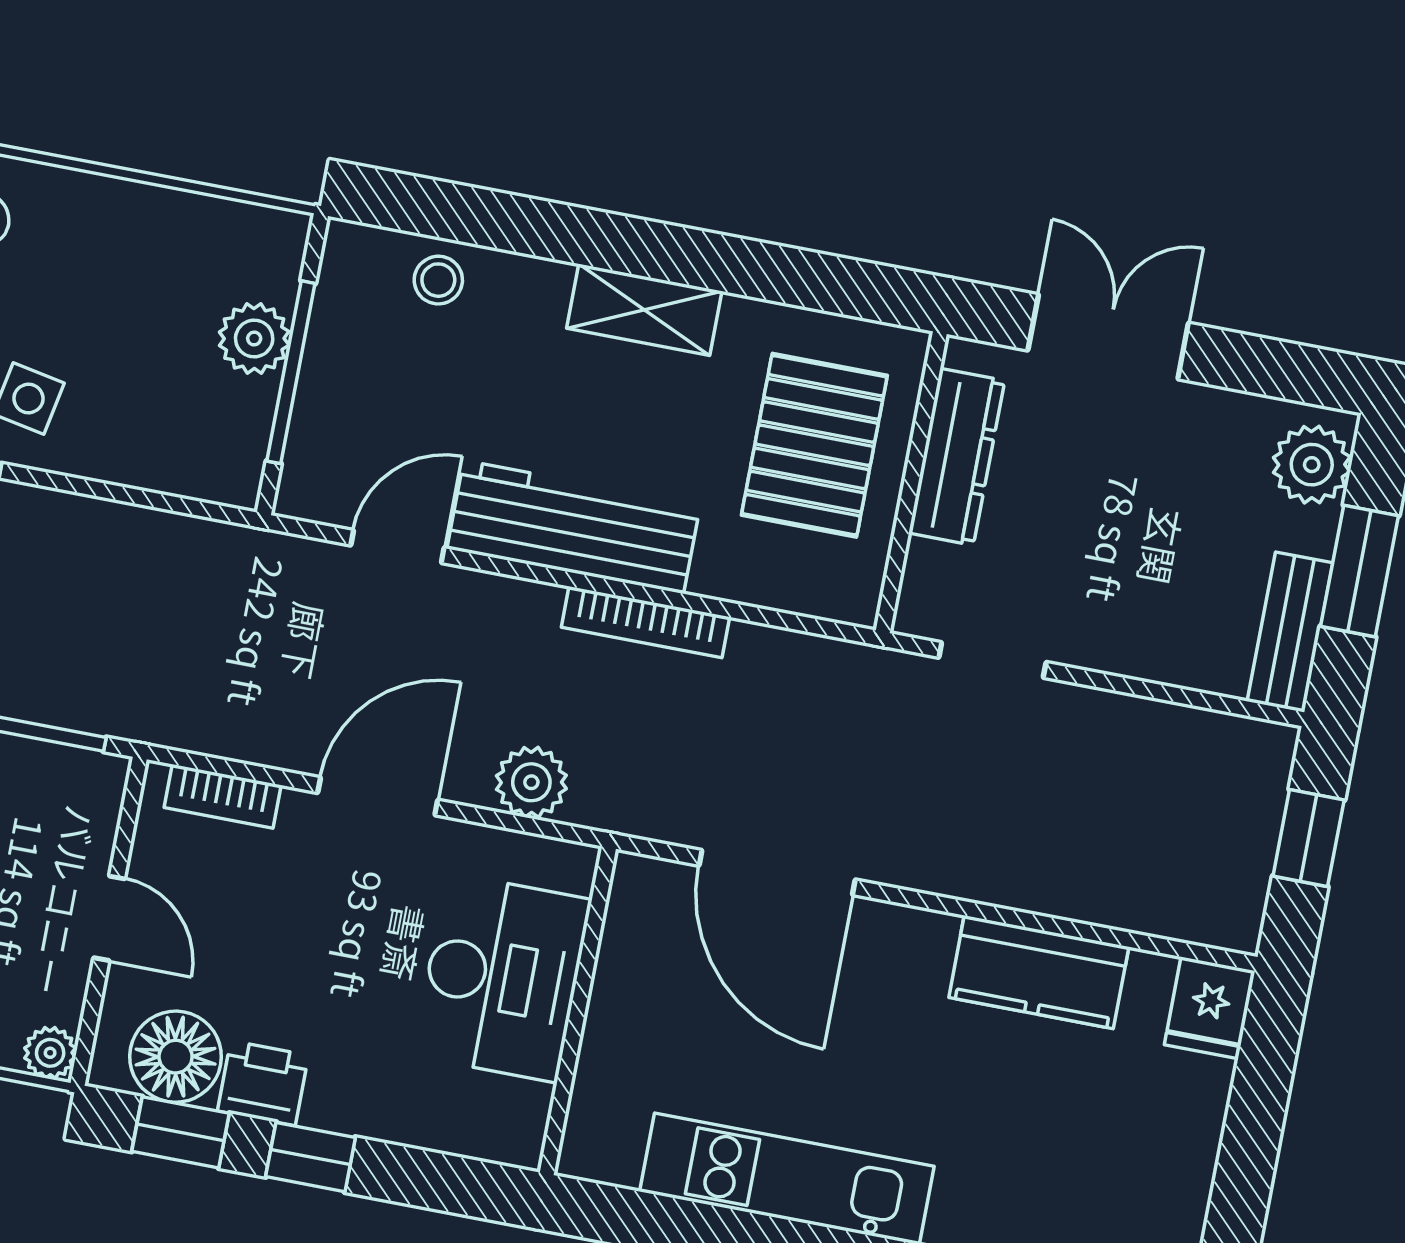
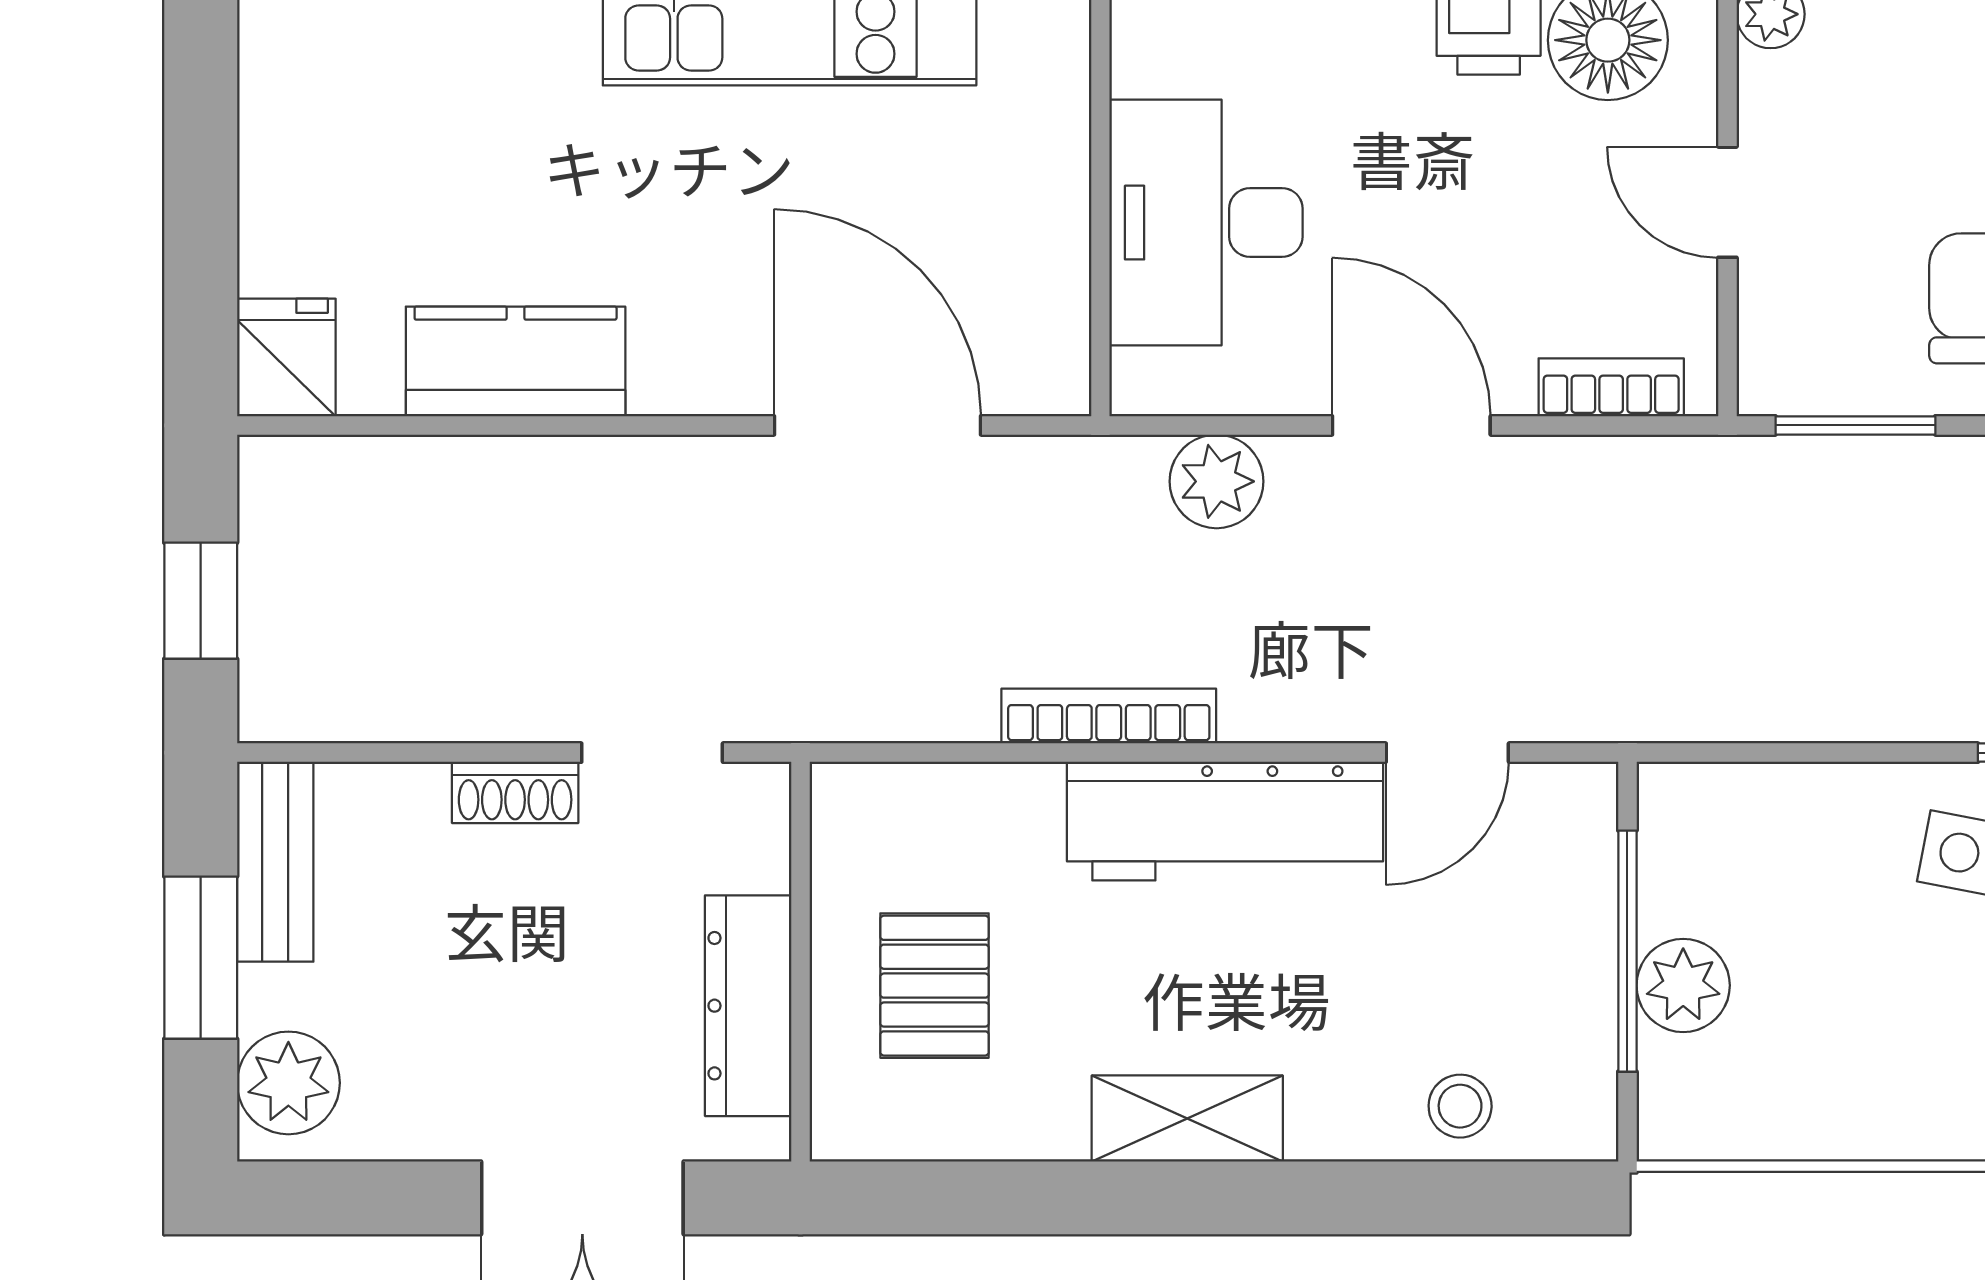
pallet: (814, 445) -> (935, 986), width x0.67, depth x0.71
shoe rack: (1101, 650) -> (515, 792), added
door: (378, 796) -> (1411, 425), swing flipped

